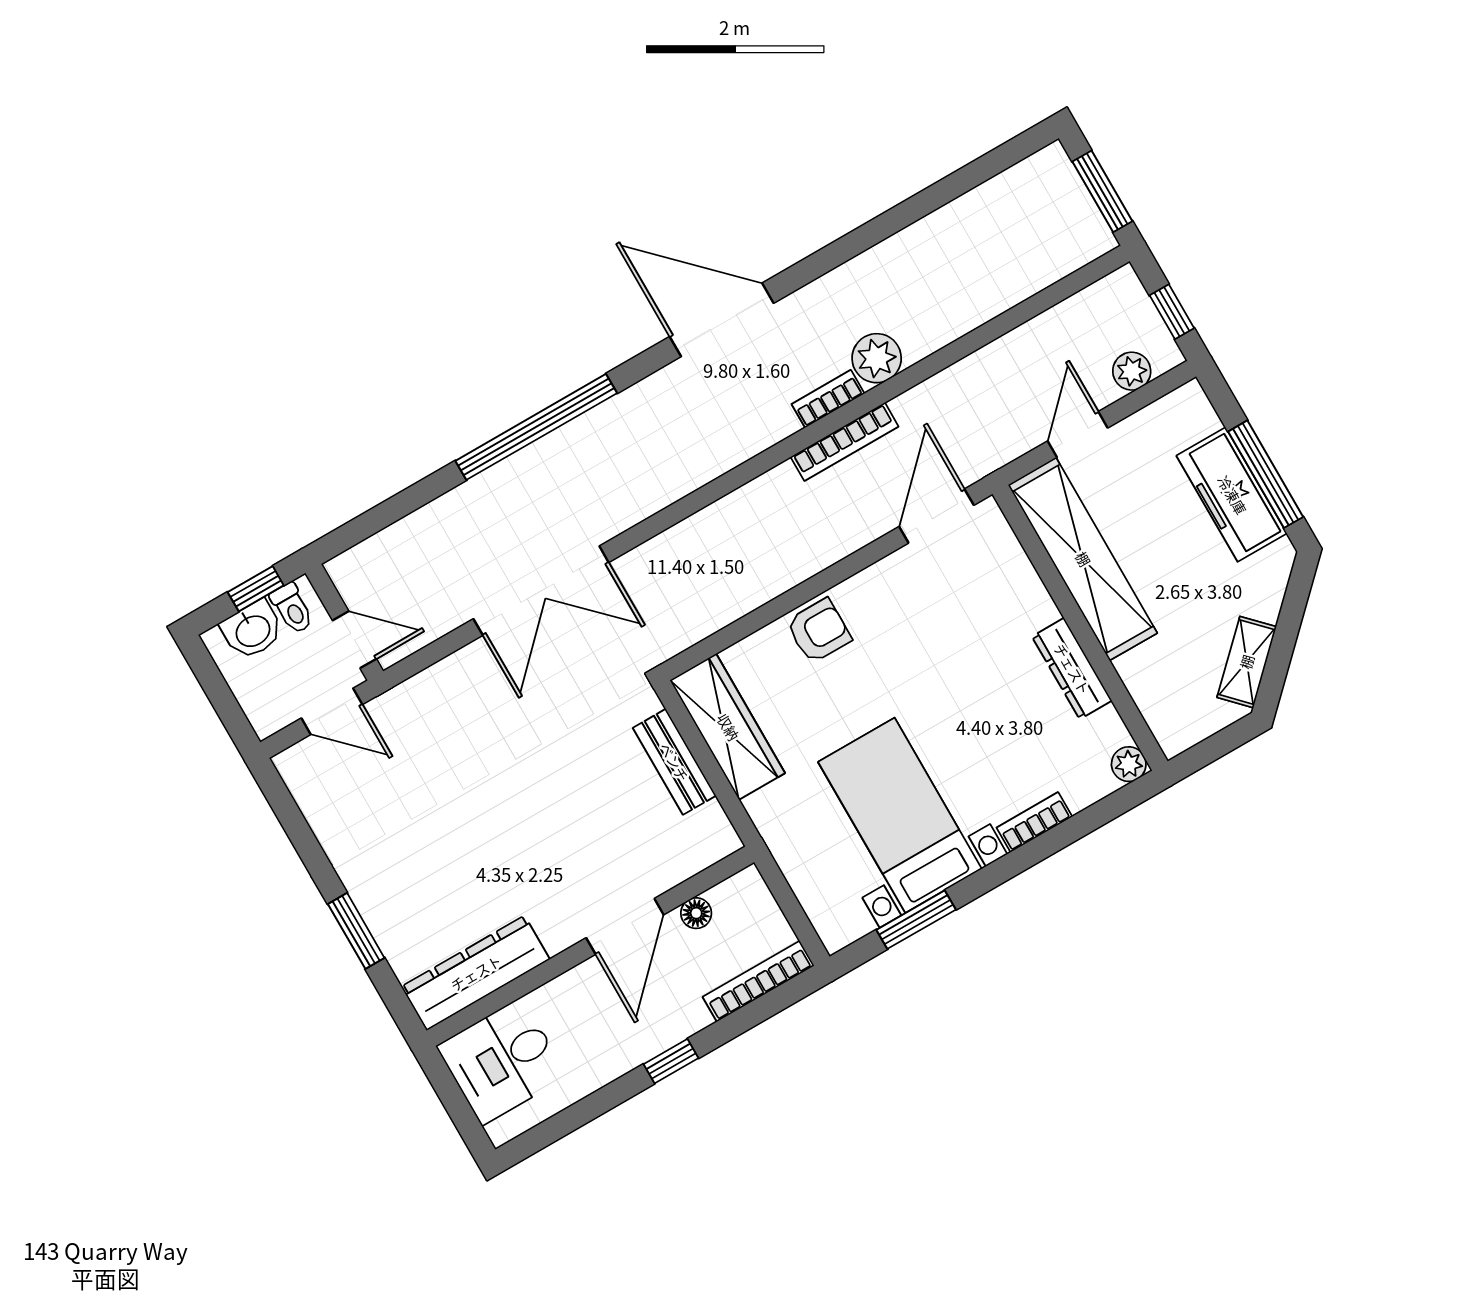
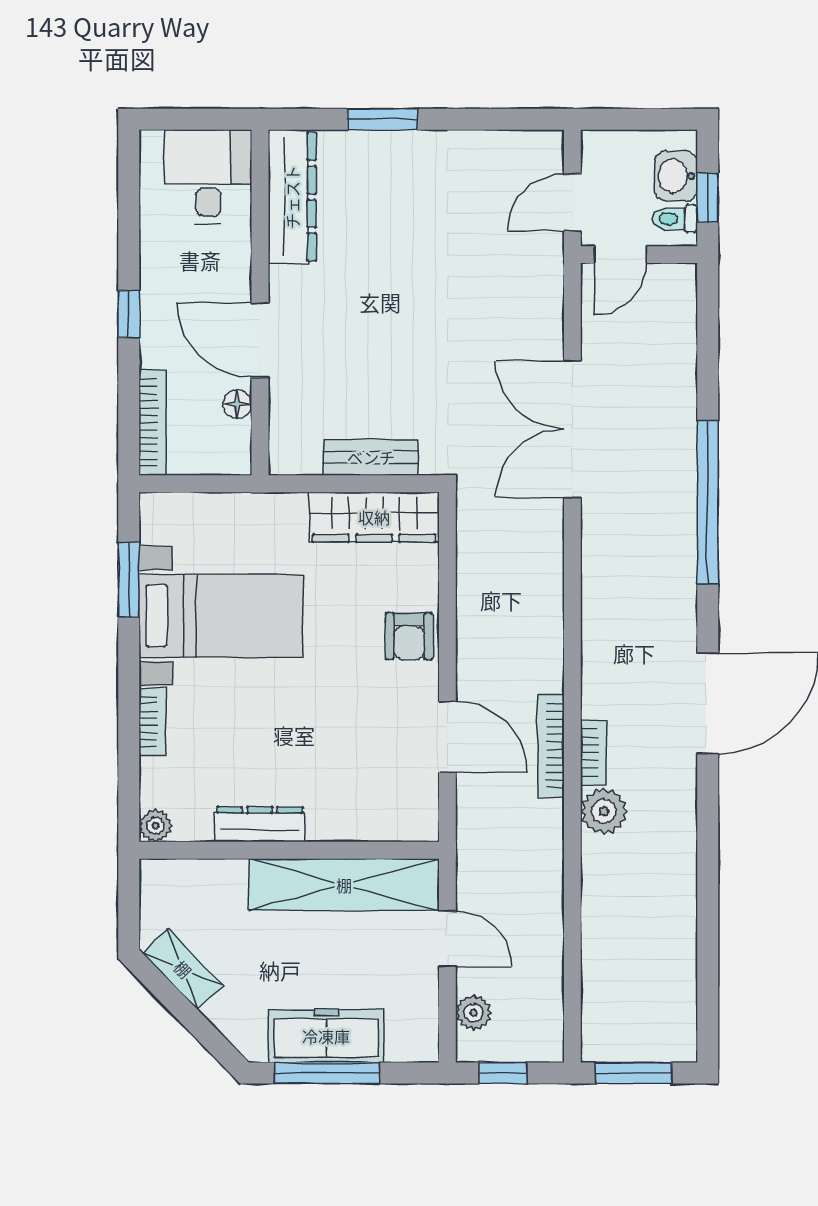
door: (937, 516) -> (447, 737), moved

